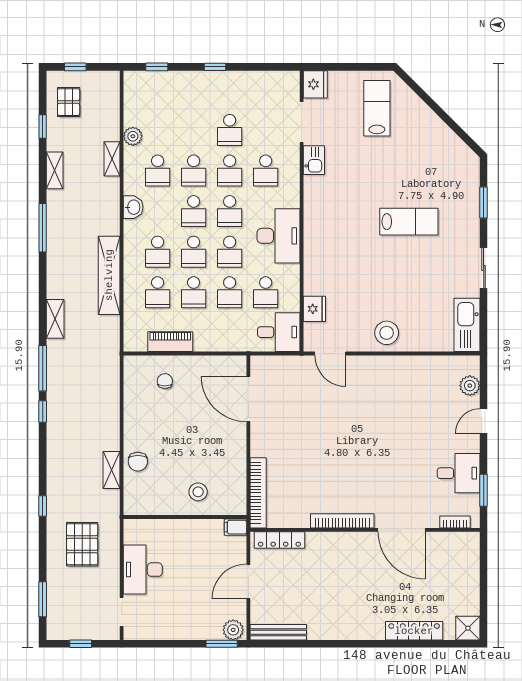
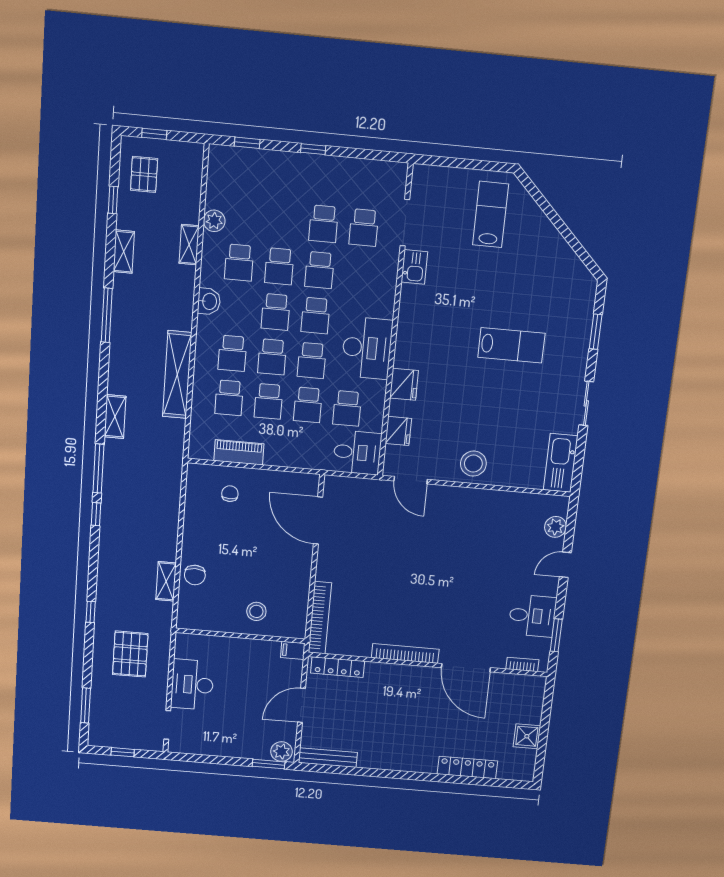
fridge: (315, 84) -> (404, 384), moved
school desk: (266, 171) -> (364, 228), moved
shower: (468, 628) -> (527, 736), moved

